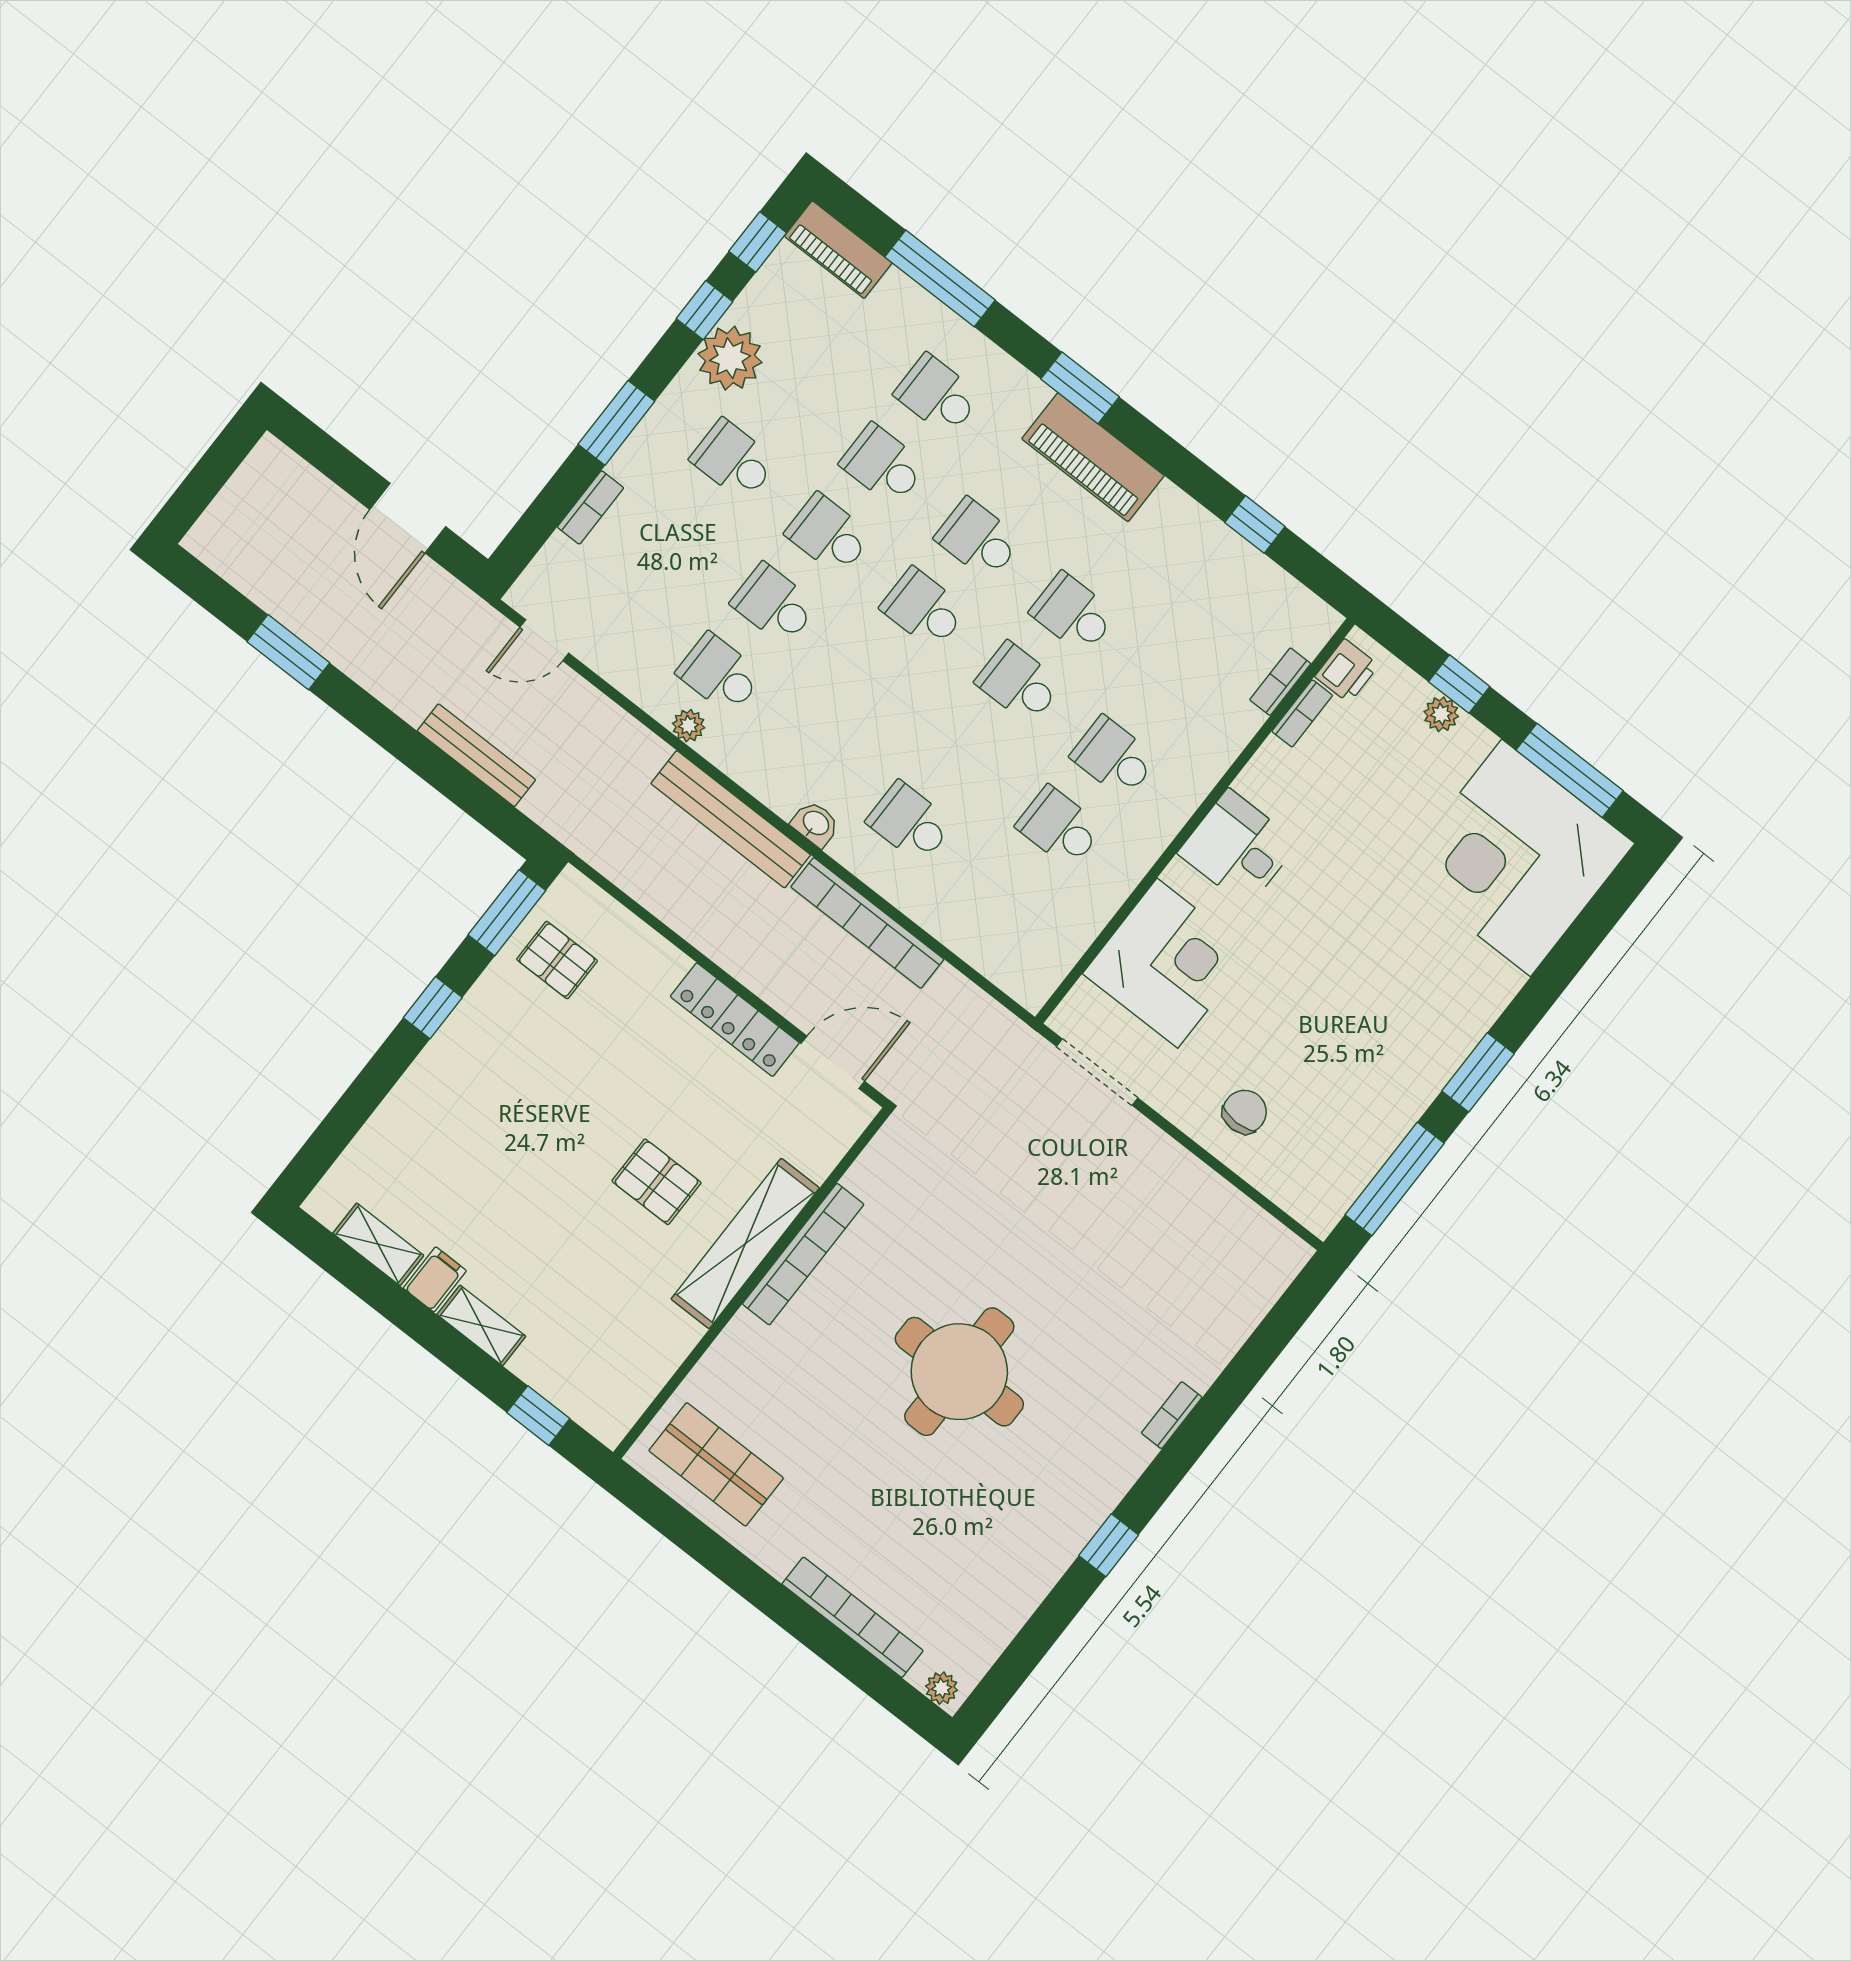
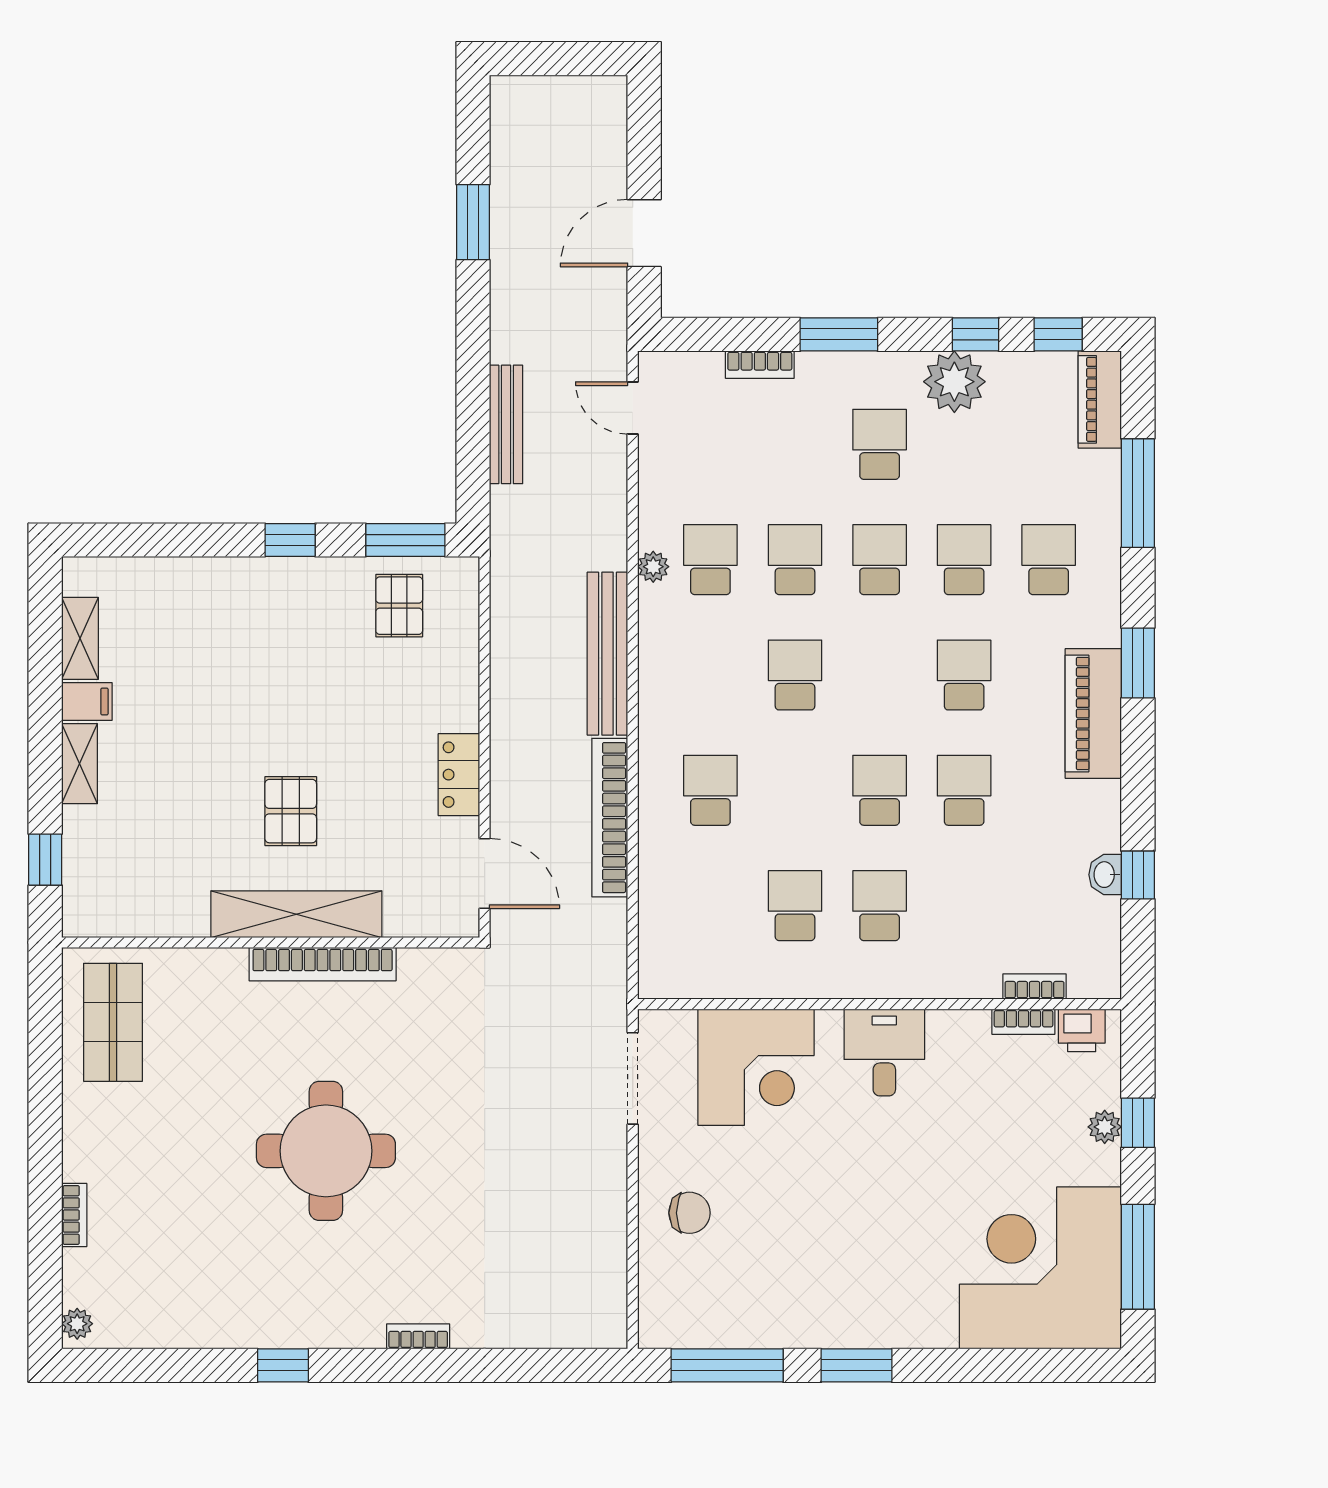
school desk: (924, 609) -> (795, 675), moved
washbasin: (815, 824) -> (1105, 875), moved, turned 180
locker: (735, 1020) -> (459, 775), width x0.66
bookcase: (853, 1617) -> (74, 1215), width x0.43, depth x0.76

